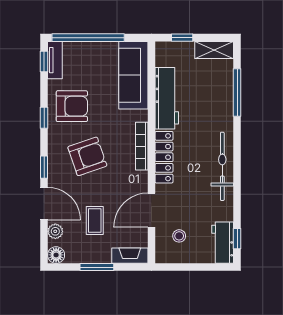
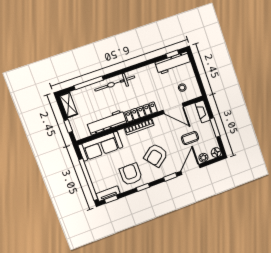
armchair: (87, 156) -> (156, 155), turned -109
bicycle: (222, 166) -> (115, 83), moved
workbench: (223, 243) -> (173, 63), width x1.38

